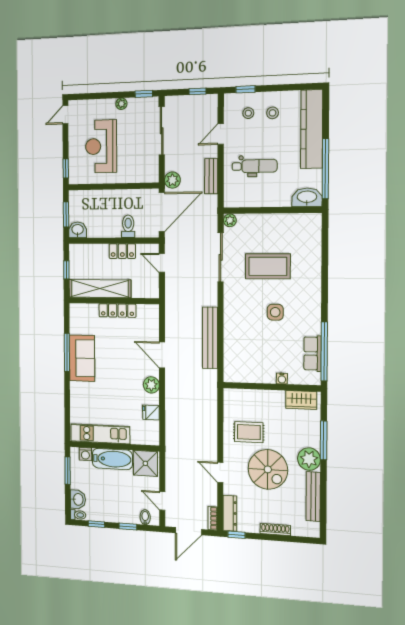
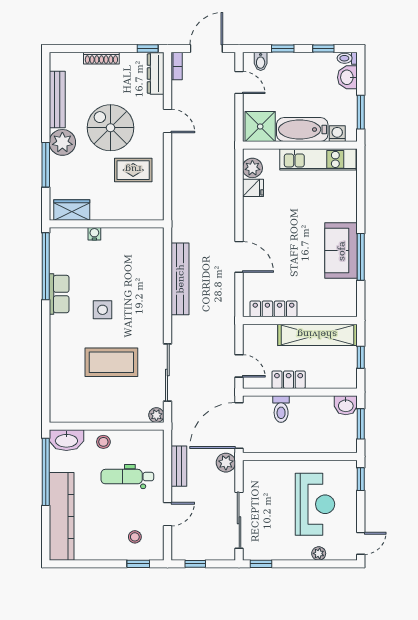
plant: (121, 104) -> (319, 553), moved
stool: (273, 113) -> (103, 442), moved
locker: (117, 310) -> (273, 309), moved
row of seats: (313, 354) -> (59, 294), moved
plant: (151, 385) -> (252, 168), moved

